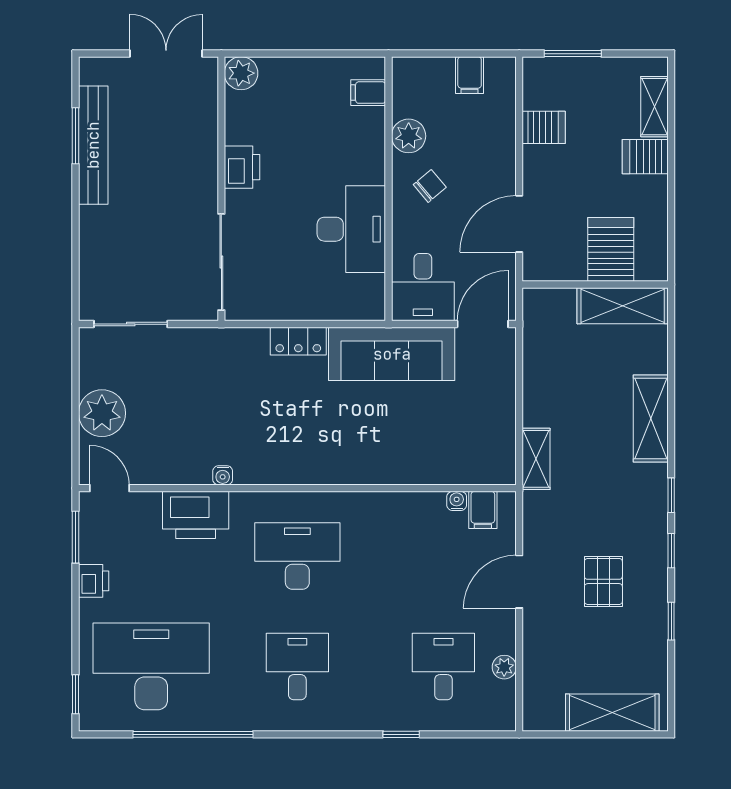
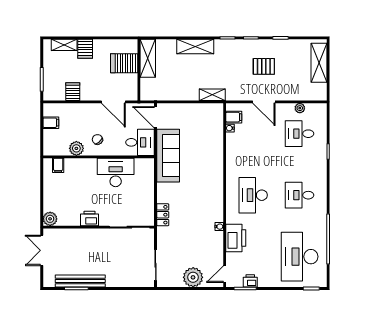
locker: (298, 341) -> (163, 215), moved
printer: (94, 581) -> (250, 281), moved

